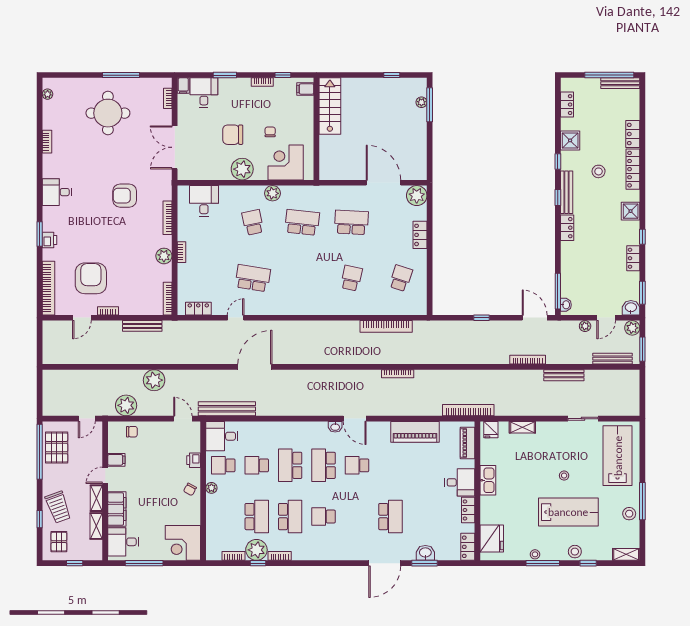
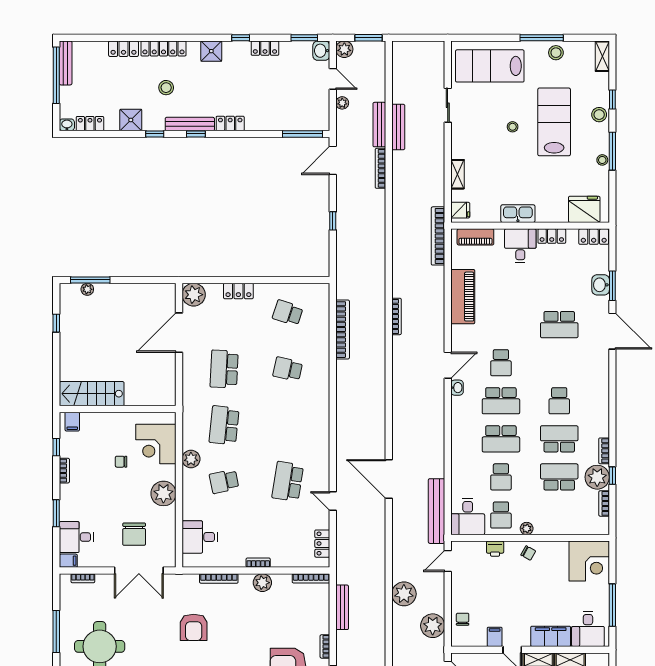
chair: (233, 135) -> (134, 534), moved
washbasin: (566, 305) -> (67, 125), moved
bench: (612, 359) -> (379, 125), moved
school desk: (390, 517) -> (559, 325), turned 180

